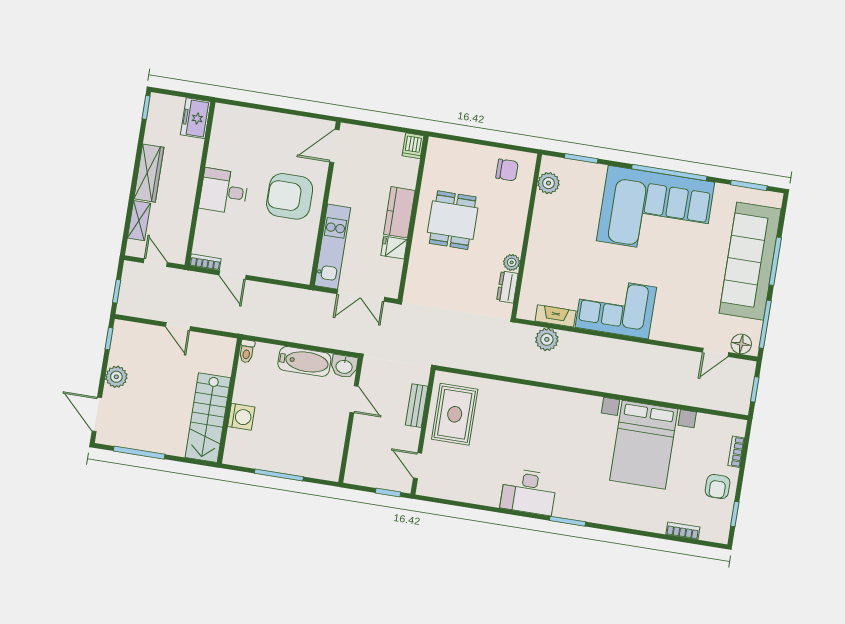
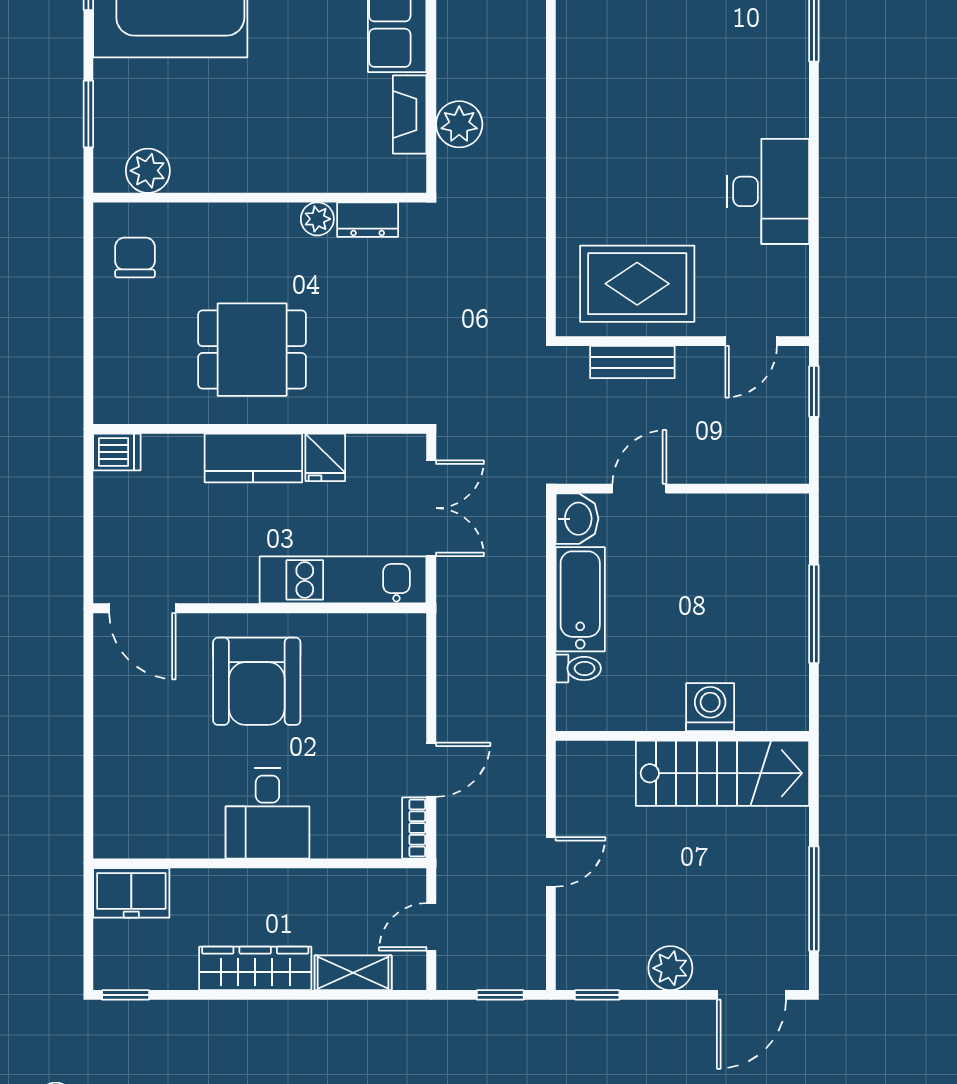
toilet: (247, 351) -> (578, 668), moved
desk: (529, 492) -> (768, 191), moved

